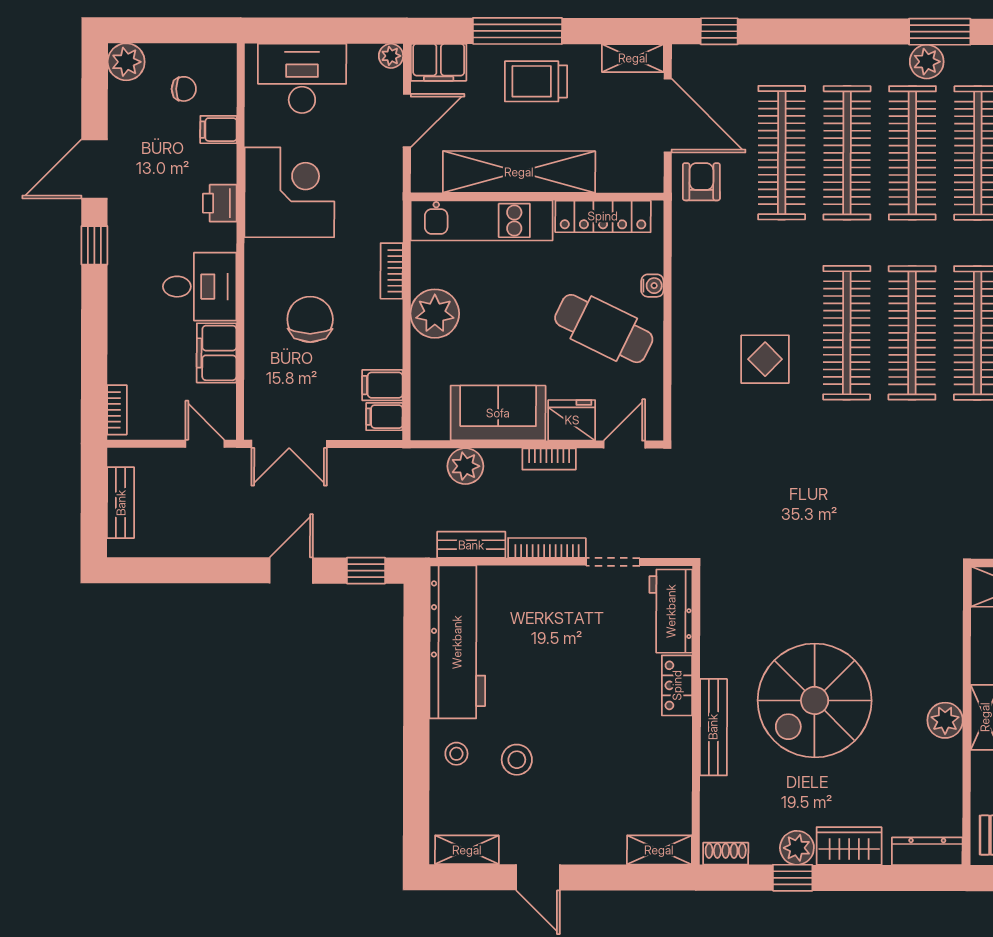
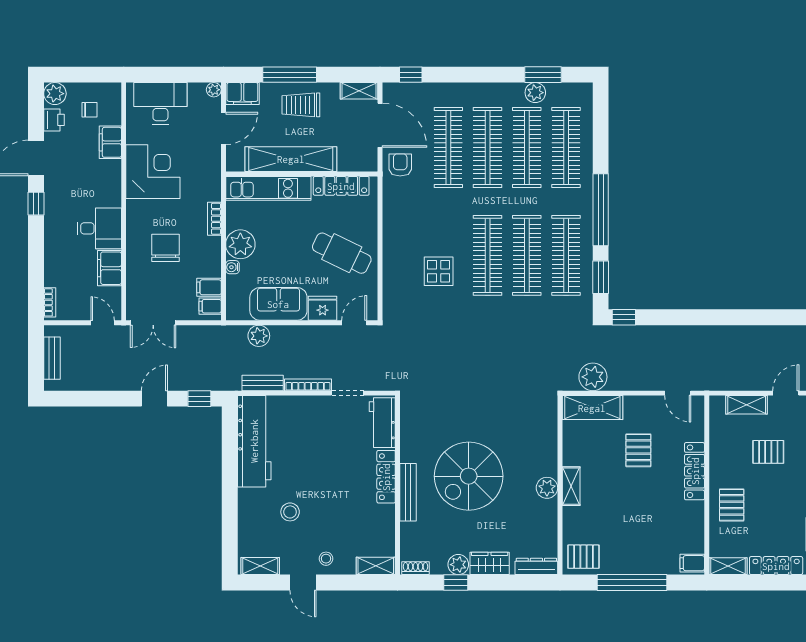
filing cabinet: (218, 130) -> (110, 142), width x2.00
printer: (220, 203) -> (54, 120), moved, turned 180
water cooler: (652, 286) -> (232, 267), moved, turned 180
bookcase: (549, 459) -> (309, 331), removed
locker: (677, 685) -> (386, 477), width x1.53
stool: (456, 754) -> (326, 559), moved

